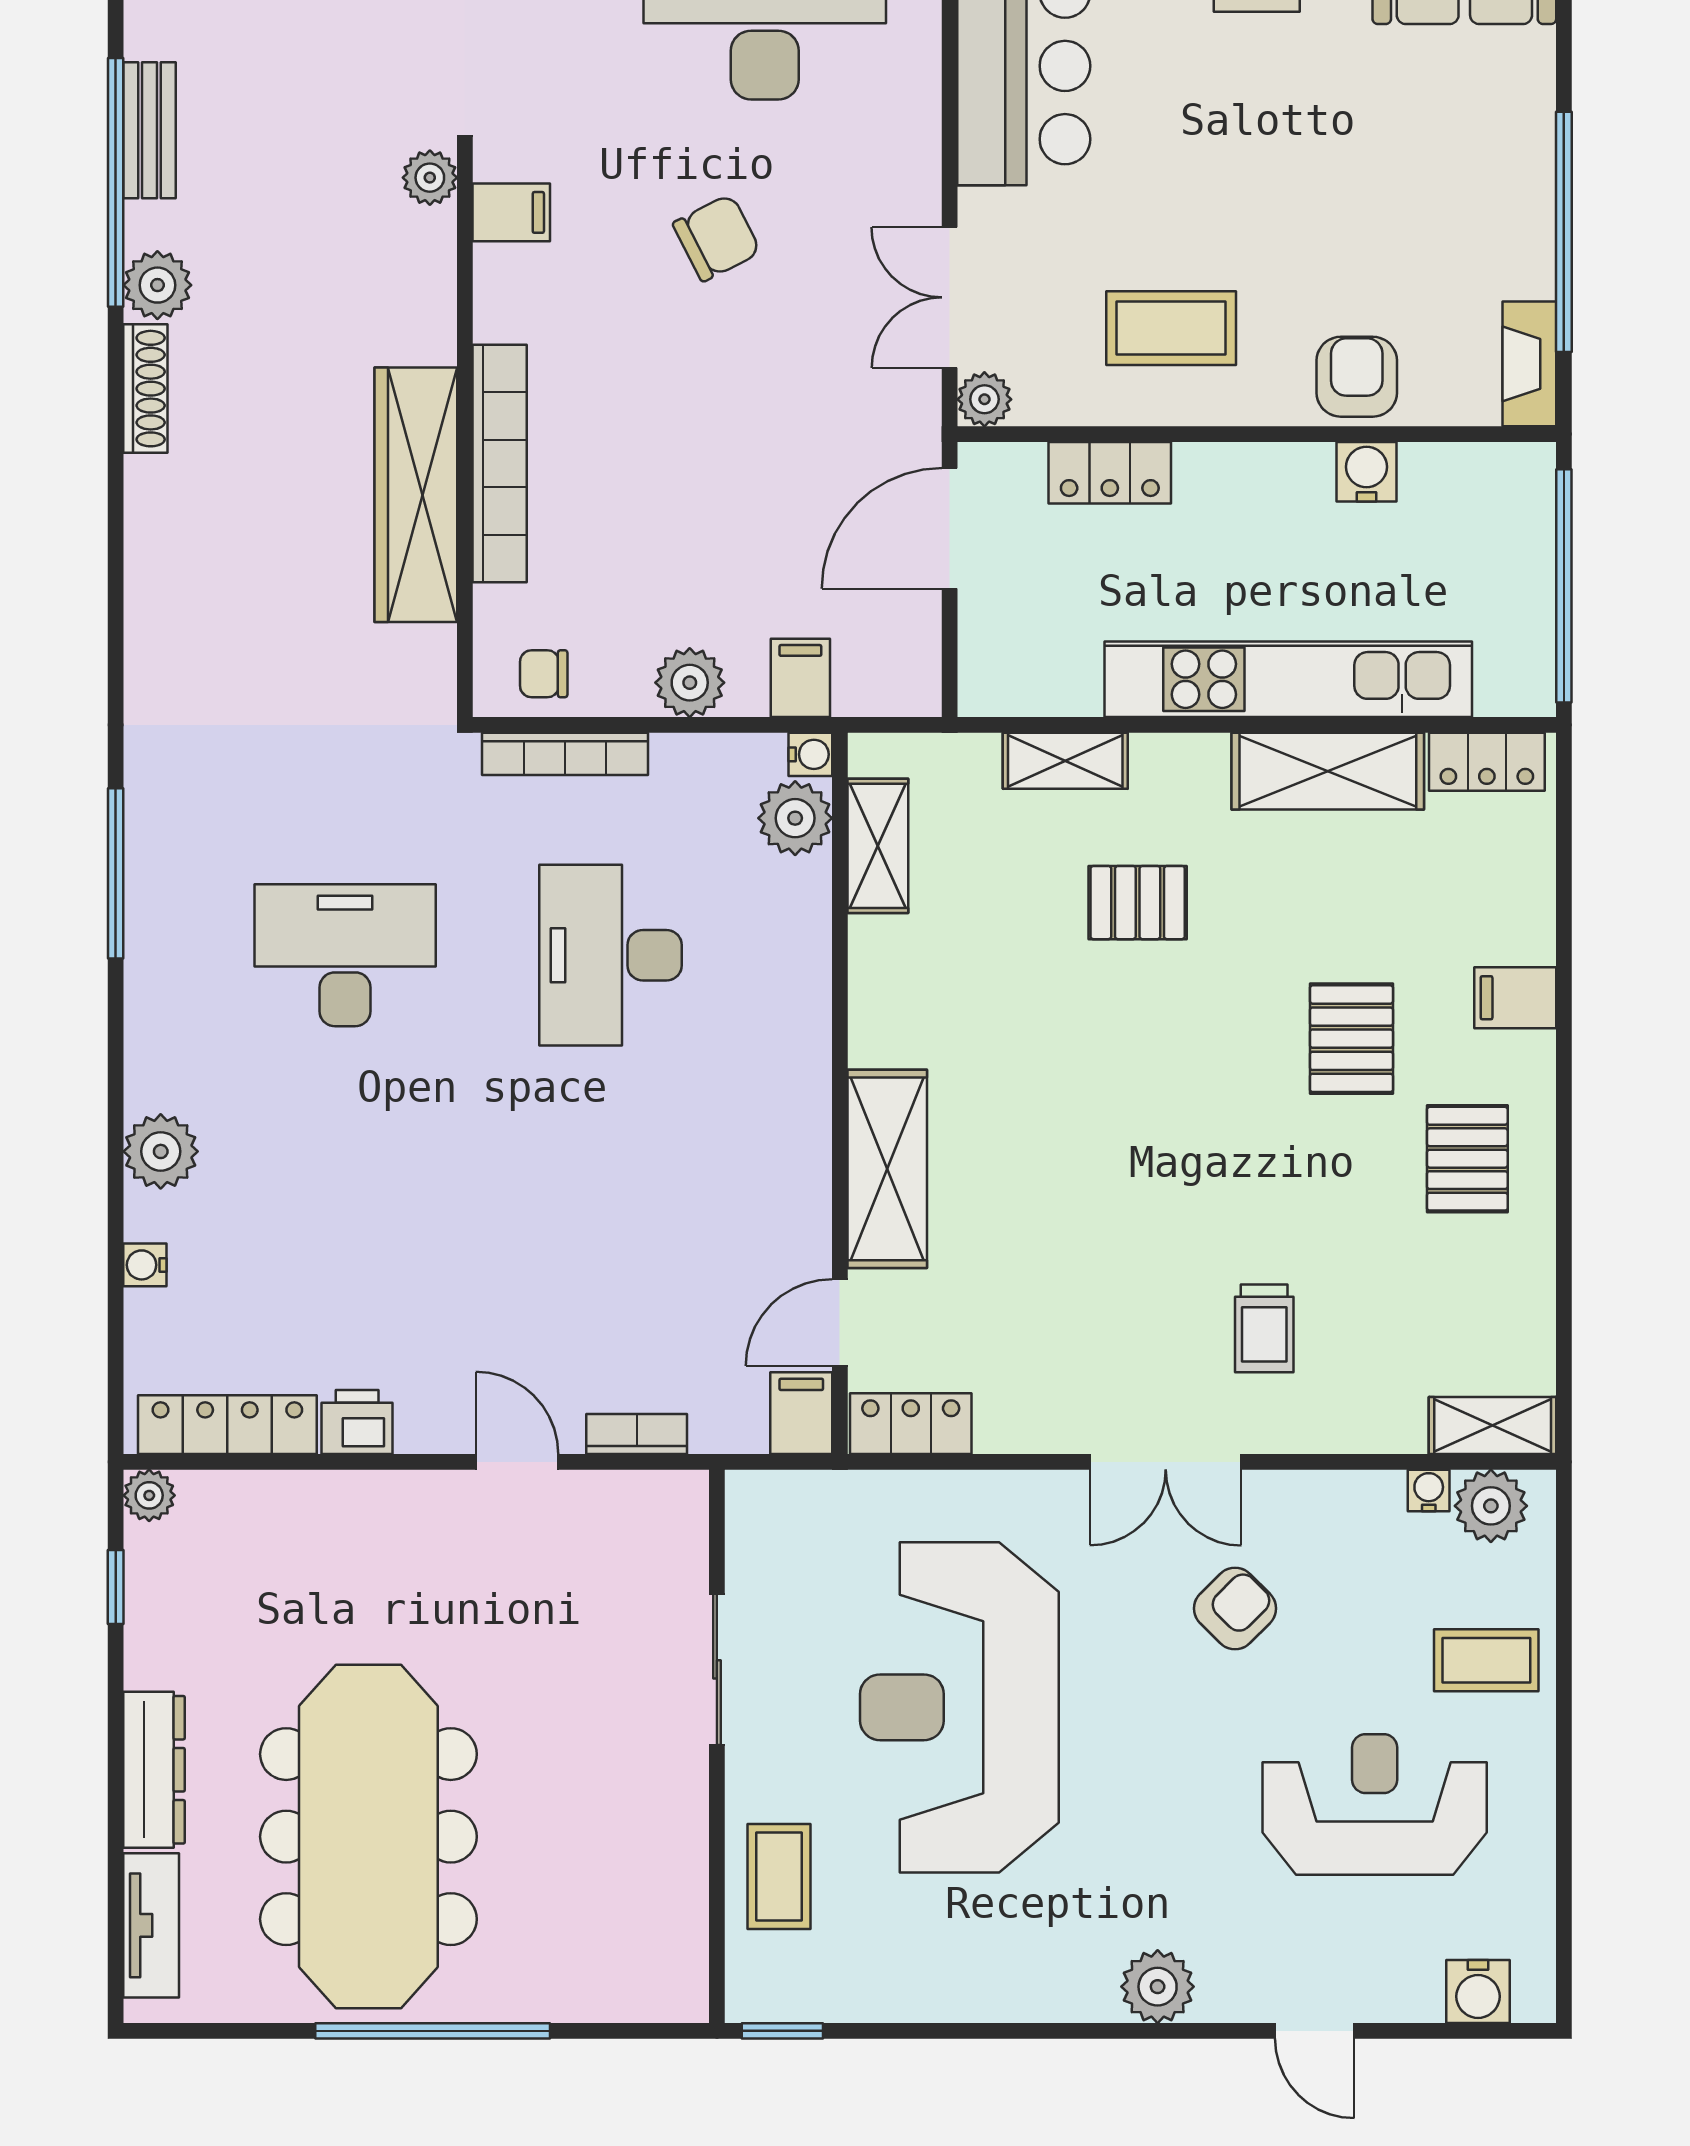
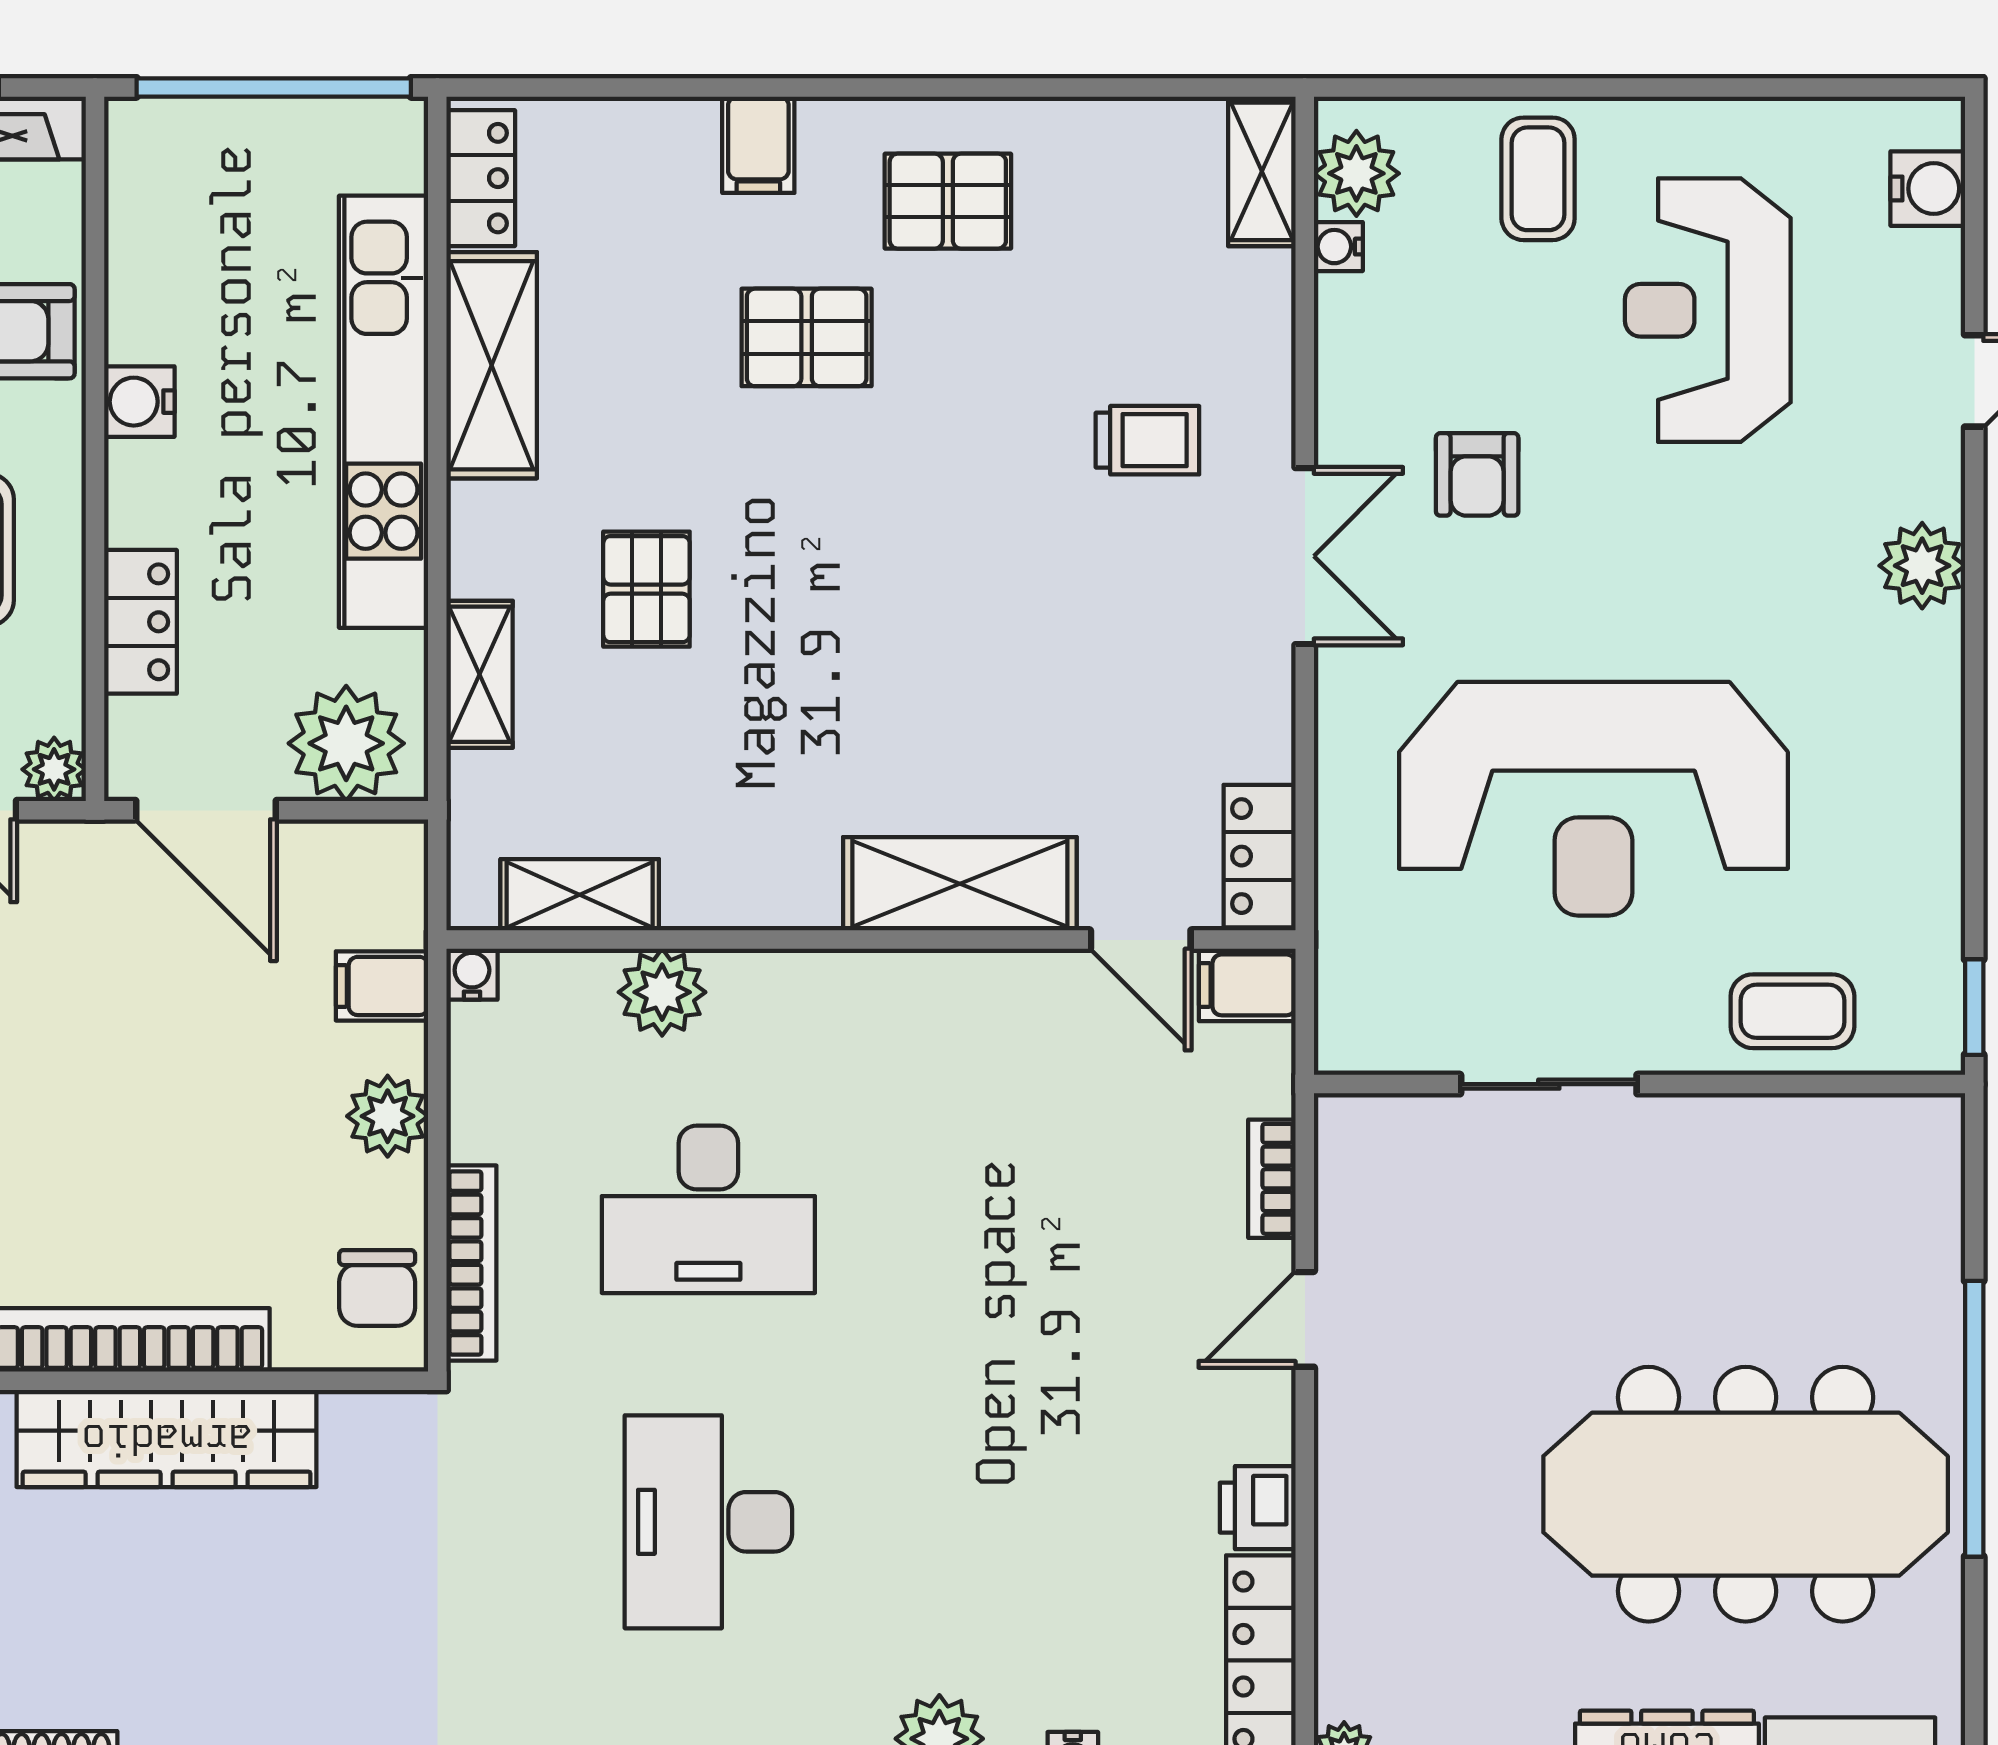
water cooler: (1366, 472) -> (139, 402), moved
plant: (1007, 647) -> (346, 743), added
chair: (544, 674) -> (377, 1288), width x1.37, depth x1.37
plant: (795, 818) -> (662, 992), moved
armchair: (1235, 1608) -> (1477, 474), turned -135

